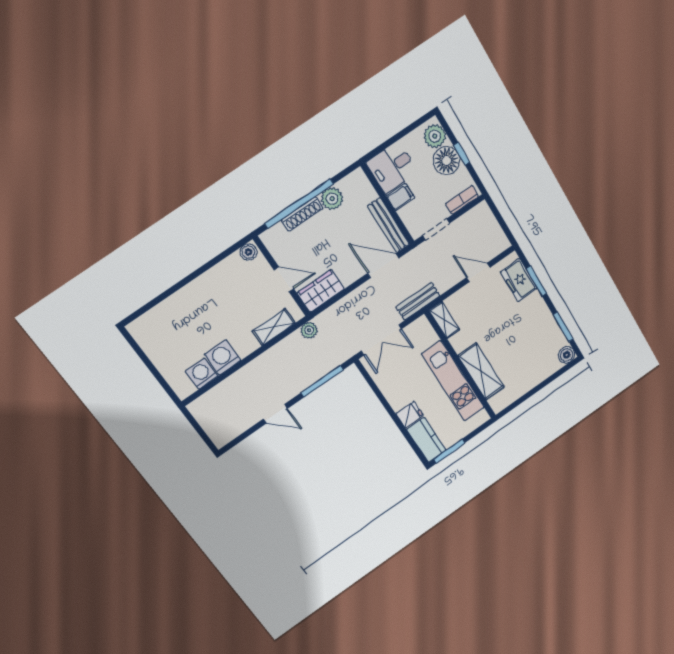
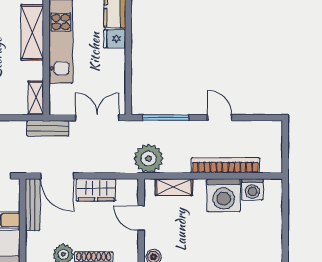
wardrobe: (321, 291) -> (96, 190), moved
plant: (309, 330) -> (149, 159), width x1.88, depth x1.88
washing machine: (223, 357) -> (224, 195), width x1.37, depth x1.37
bookcase: (241, 377) -> (225, 165), added

